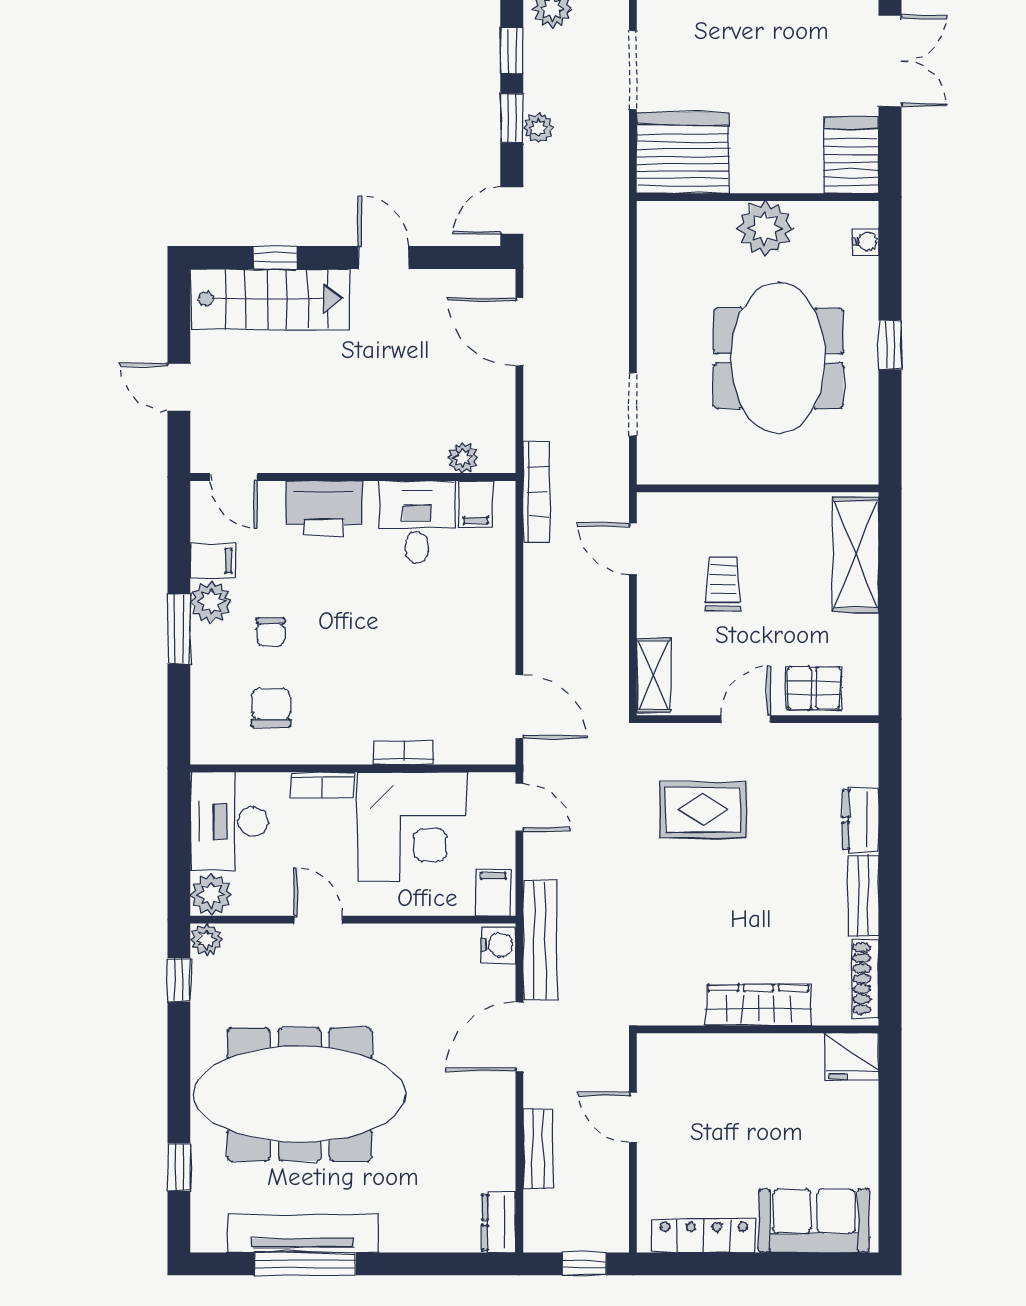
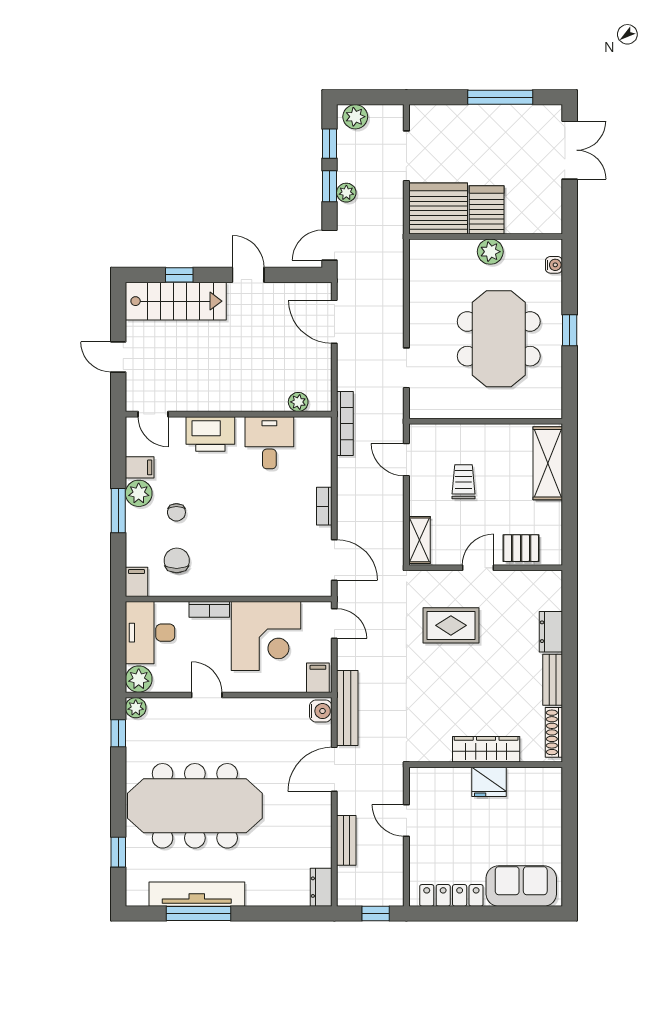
server rack: (851, 155) -> (487, 210), moved
plant: (765, 228) -> (490, 252), width x0.73, depth x0.73
filing cabinet: (476, 504) -> (137, 582), moved, turned 180
bookcase: (404, 752) -> (324, 506), moved, turned -90
fridge: (852, 1056) -> (489, 782), moved

